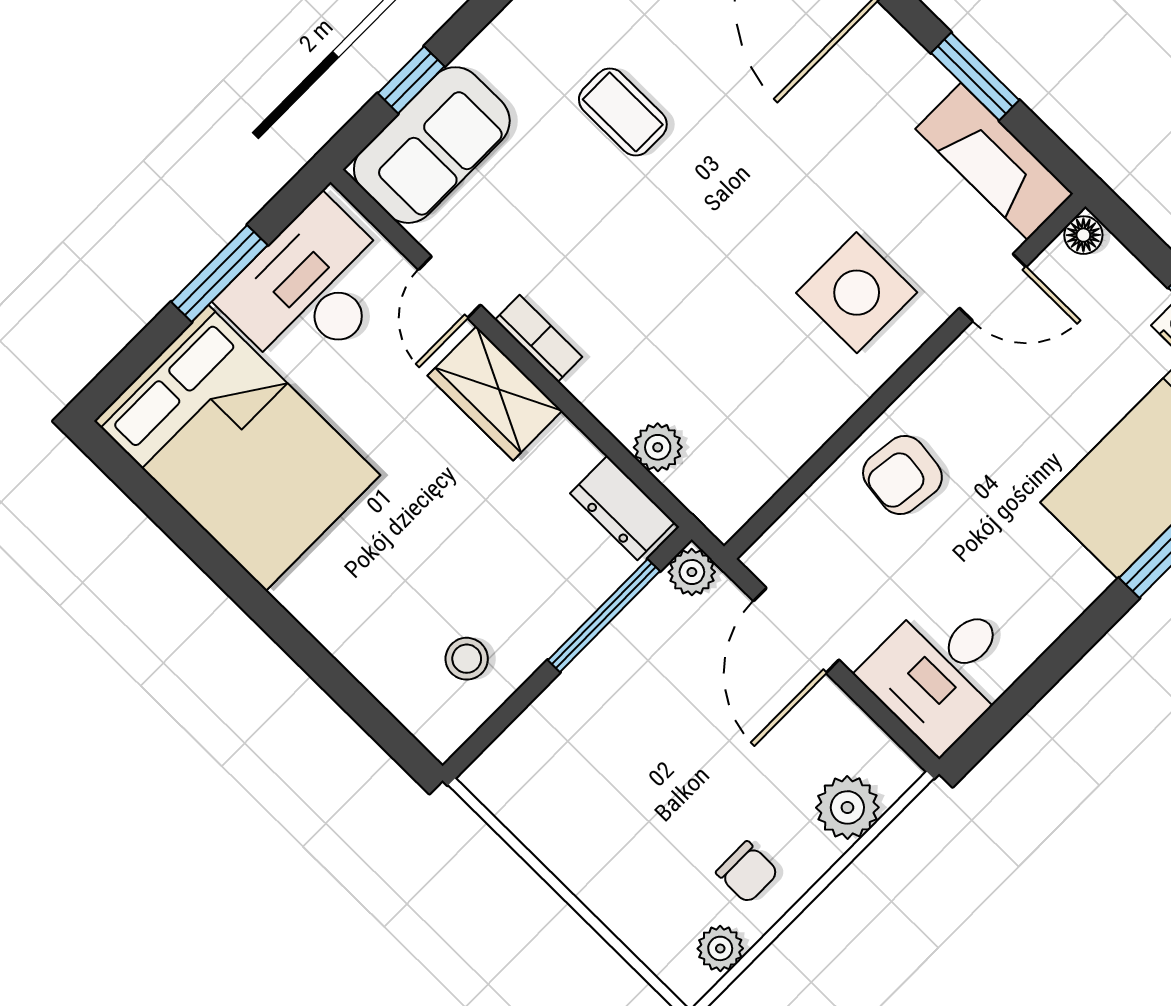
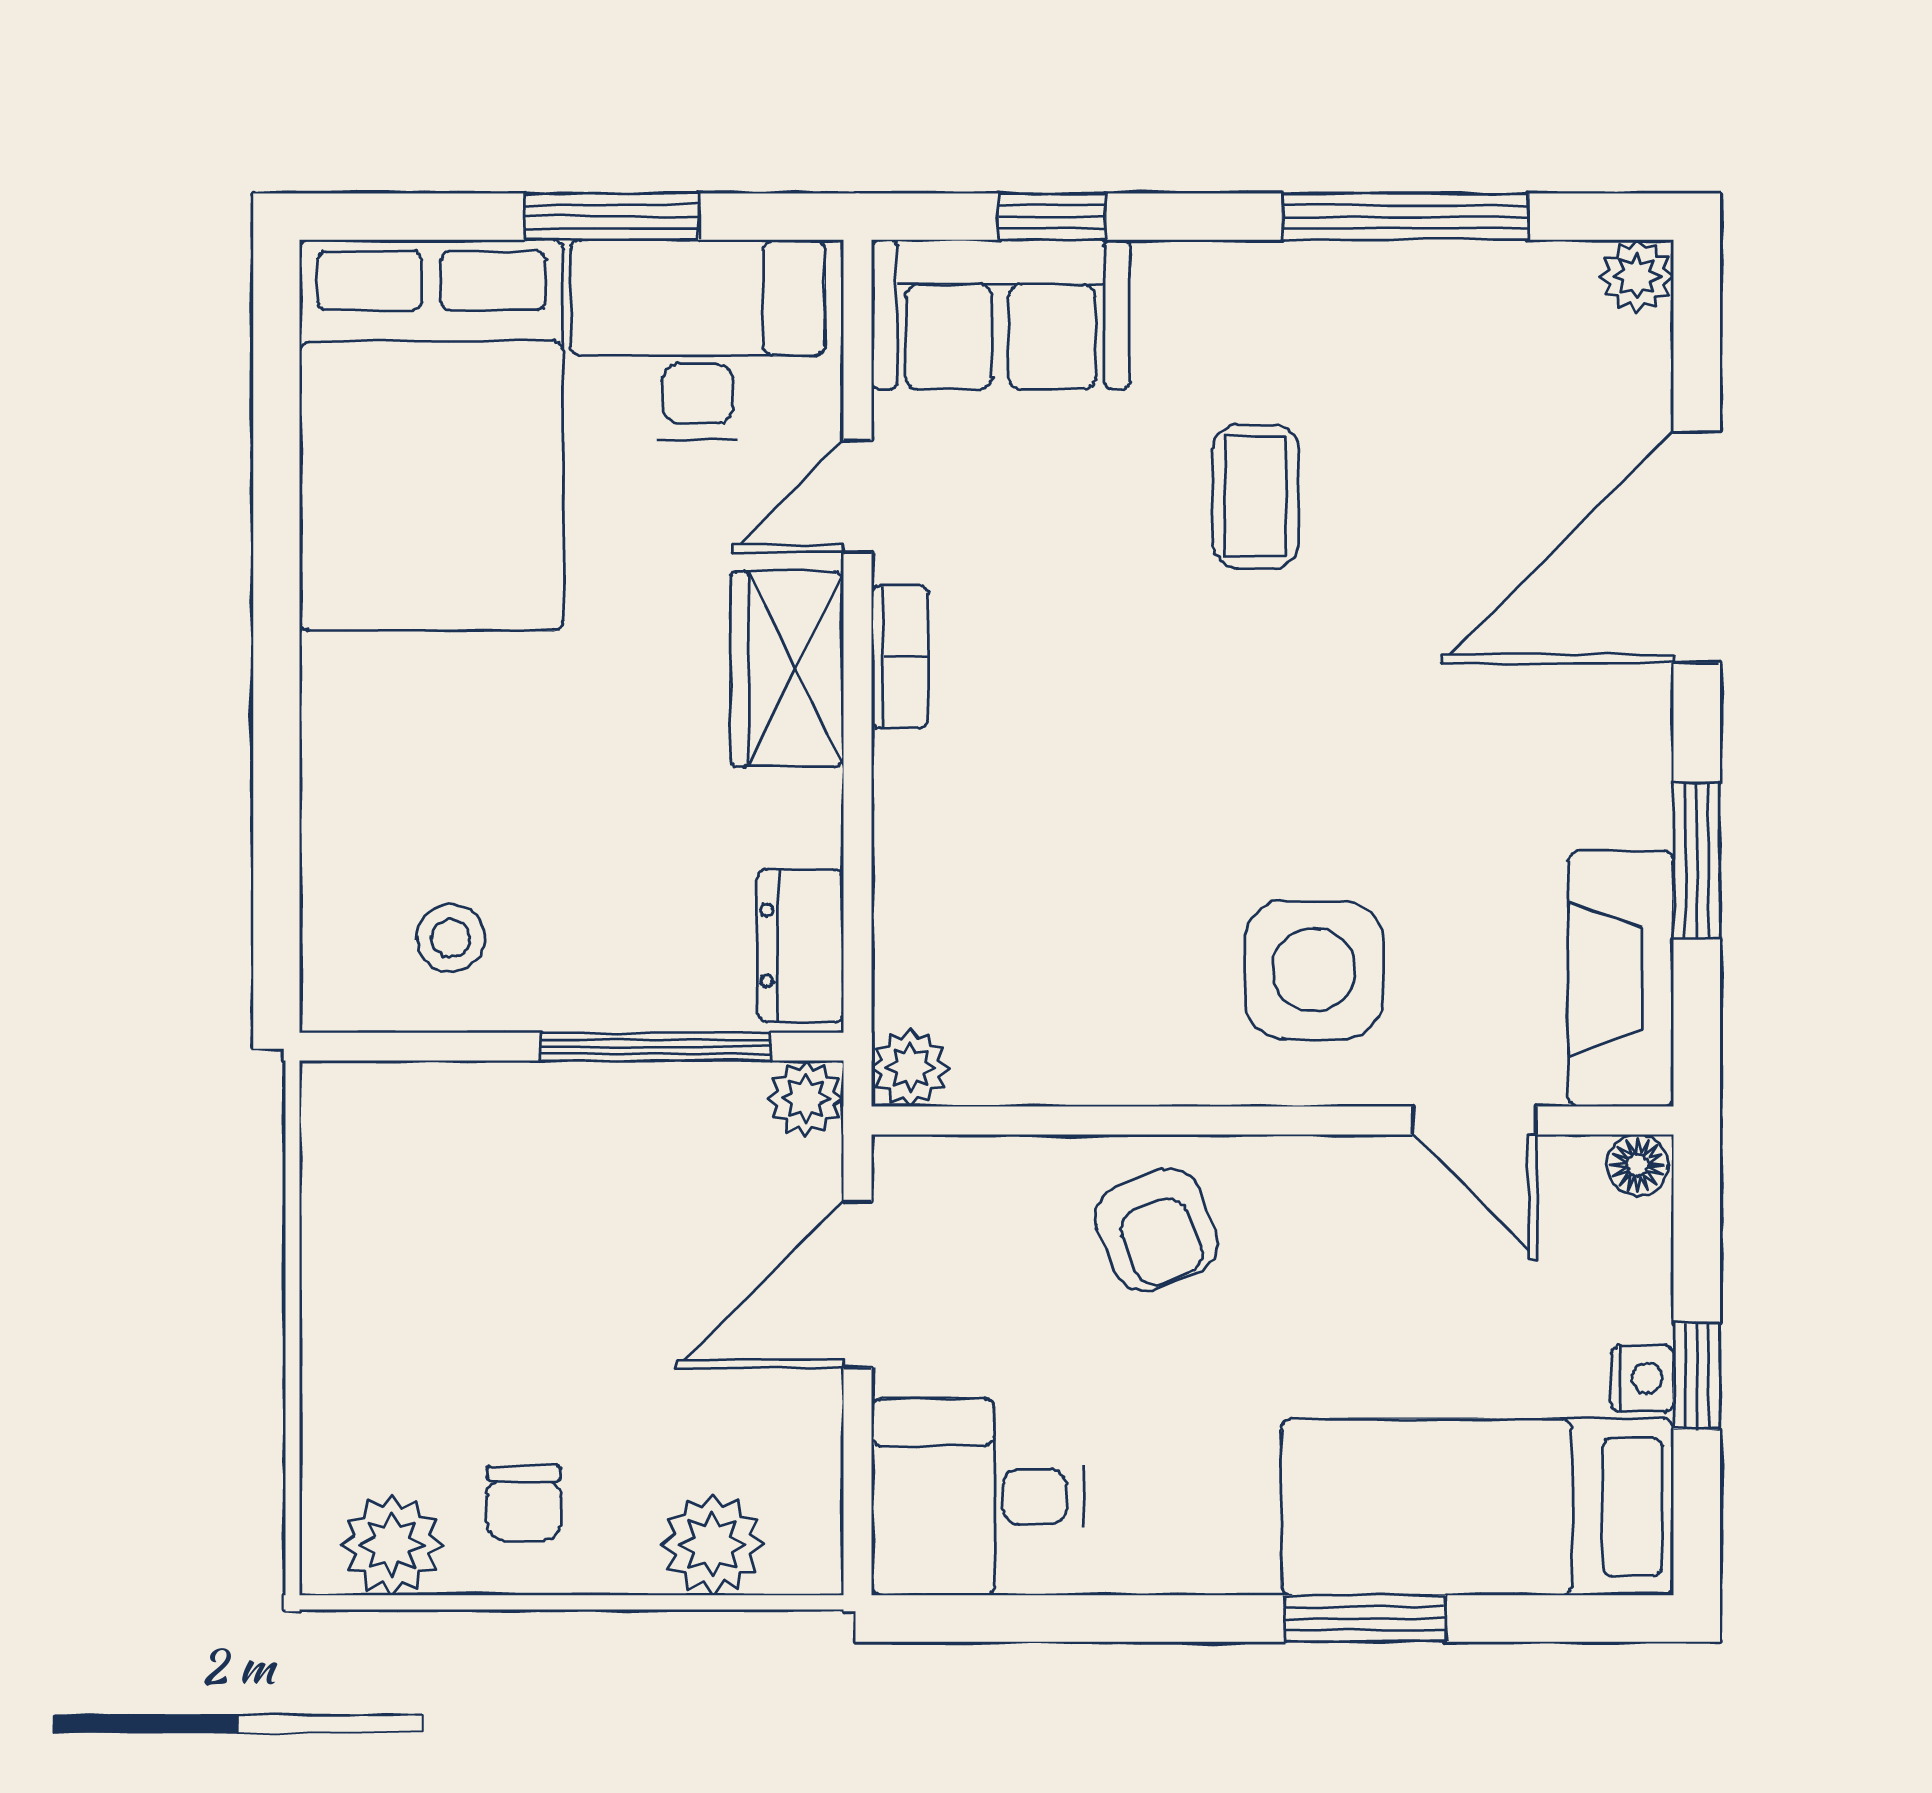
plant: (658, 447) -> (910, 1068), moved
armchair: (902, 475) -> (1156, 1230), turned -119
plant: (720, 948) -> (392, 1545), width x1.38, depth x1.38

